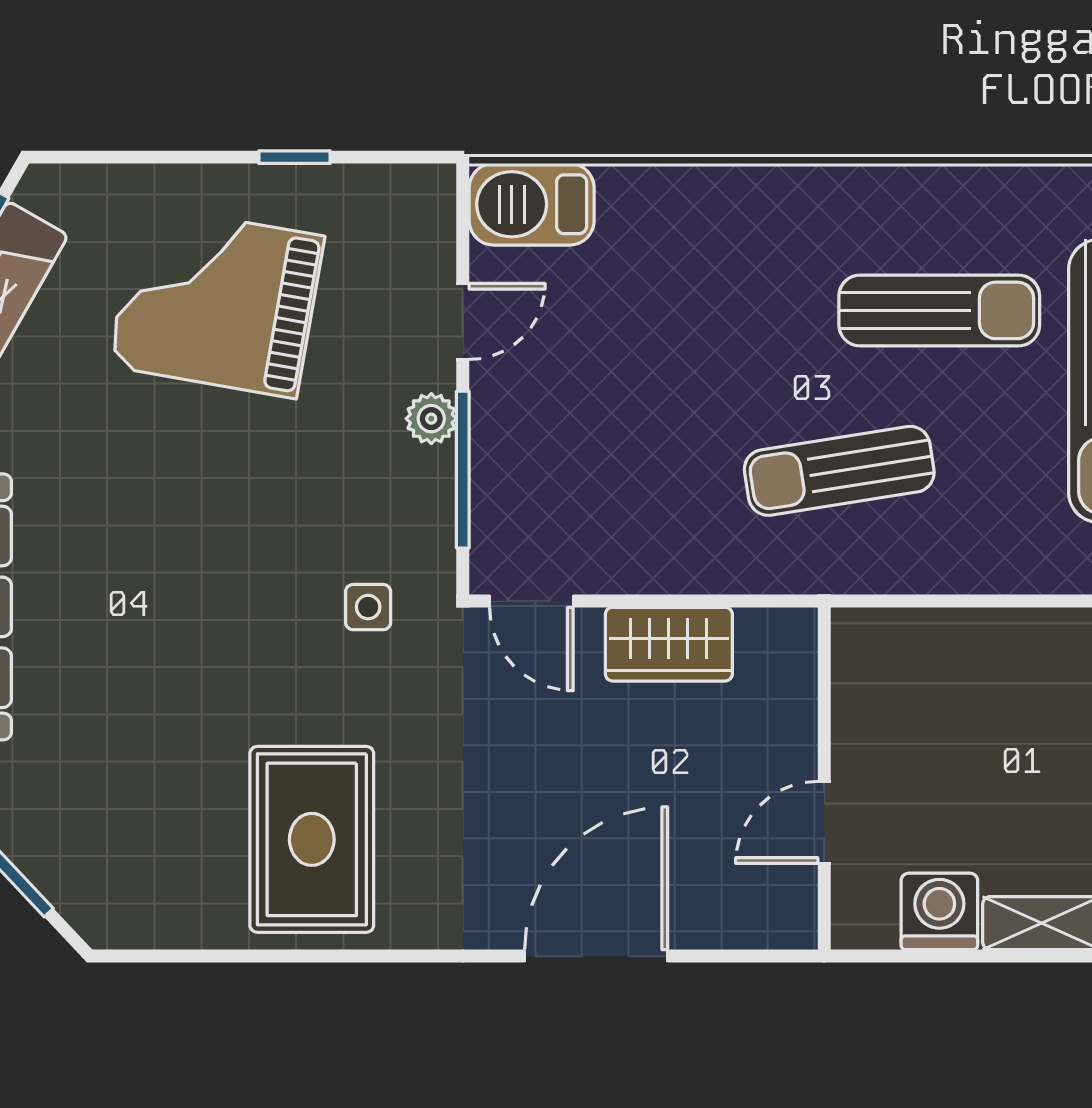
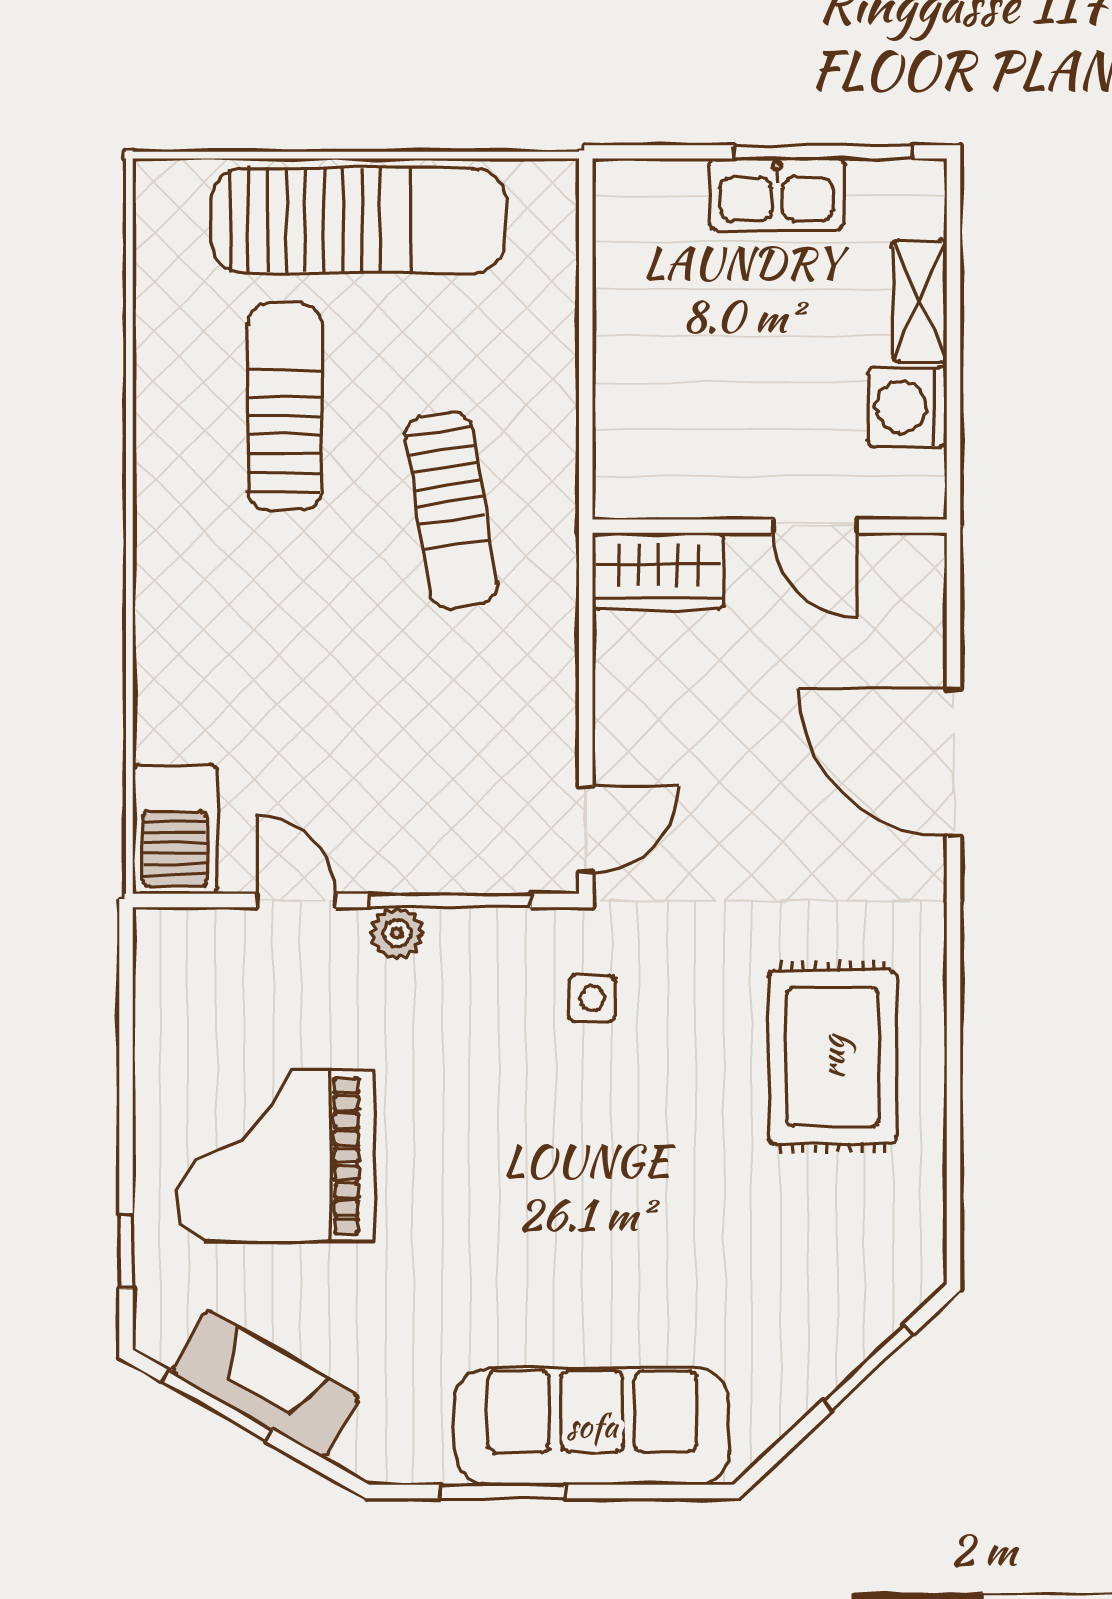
window: (294, 157) -> (126, 1251), moved
grand piano: (217, 301) -> (275, 1156), turned 80
wardrobe: (669, 644) -> (658, 571), moved, turned 90
rug: (312, 839) -> (833, 1057), turned 90

